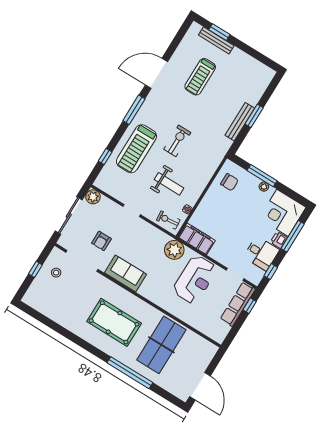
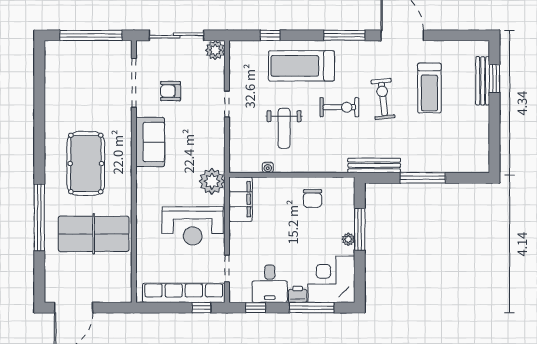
treadmill: (200, 77) -> (429, 88), turned -90
window: (254, 116) -> (423, 178), width x1.44
bench: (240, 122) -> (374, 165), moved
chair: (229, 182) -> (313, 198), moved
exercise bike: (168, 220) -> (383, 99), moved, width x1.38, depth x1.39
window: (35, 269) -> (91, 35), width x3.17
stool: (56, 273) -> (102, 62), removed
row of seats: (238, 304) -> (184, 293), width x1.36

